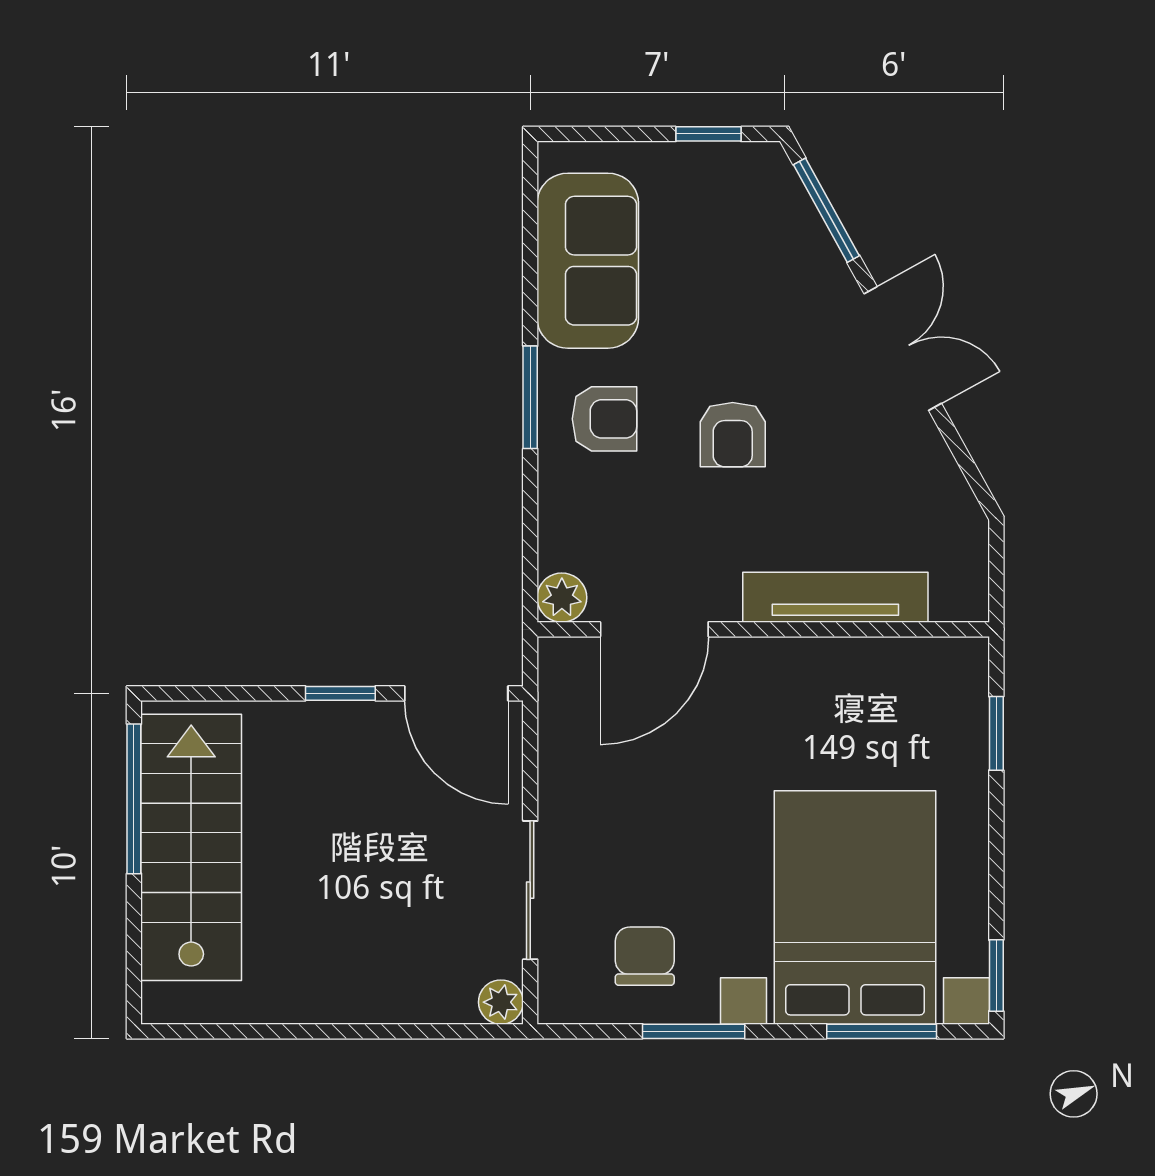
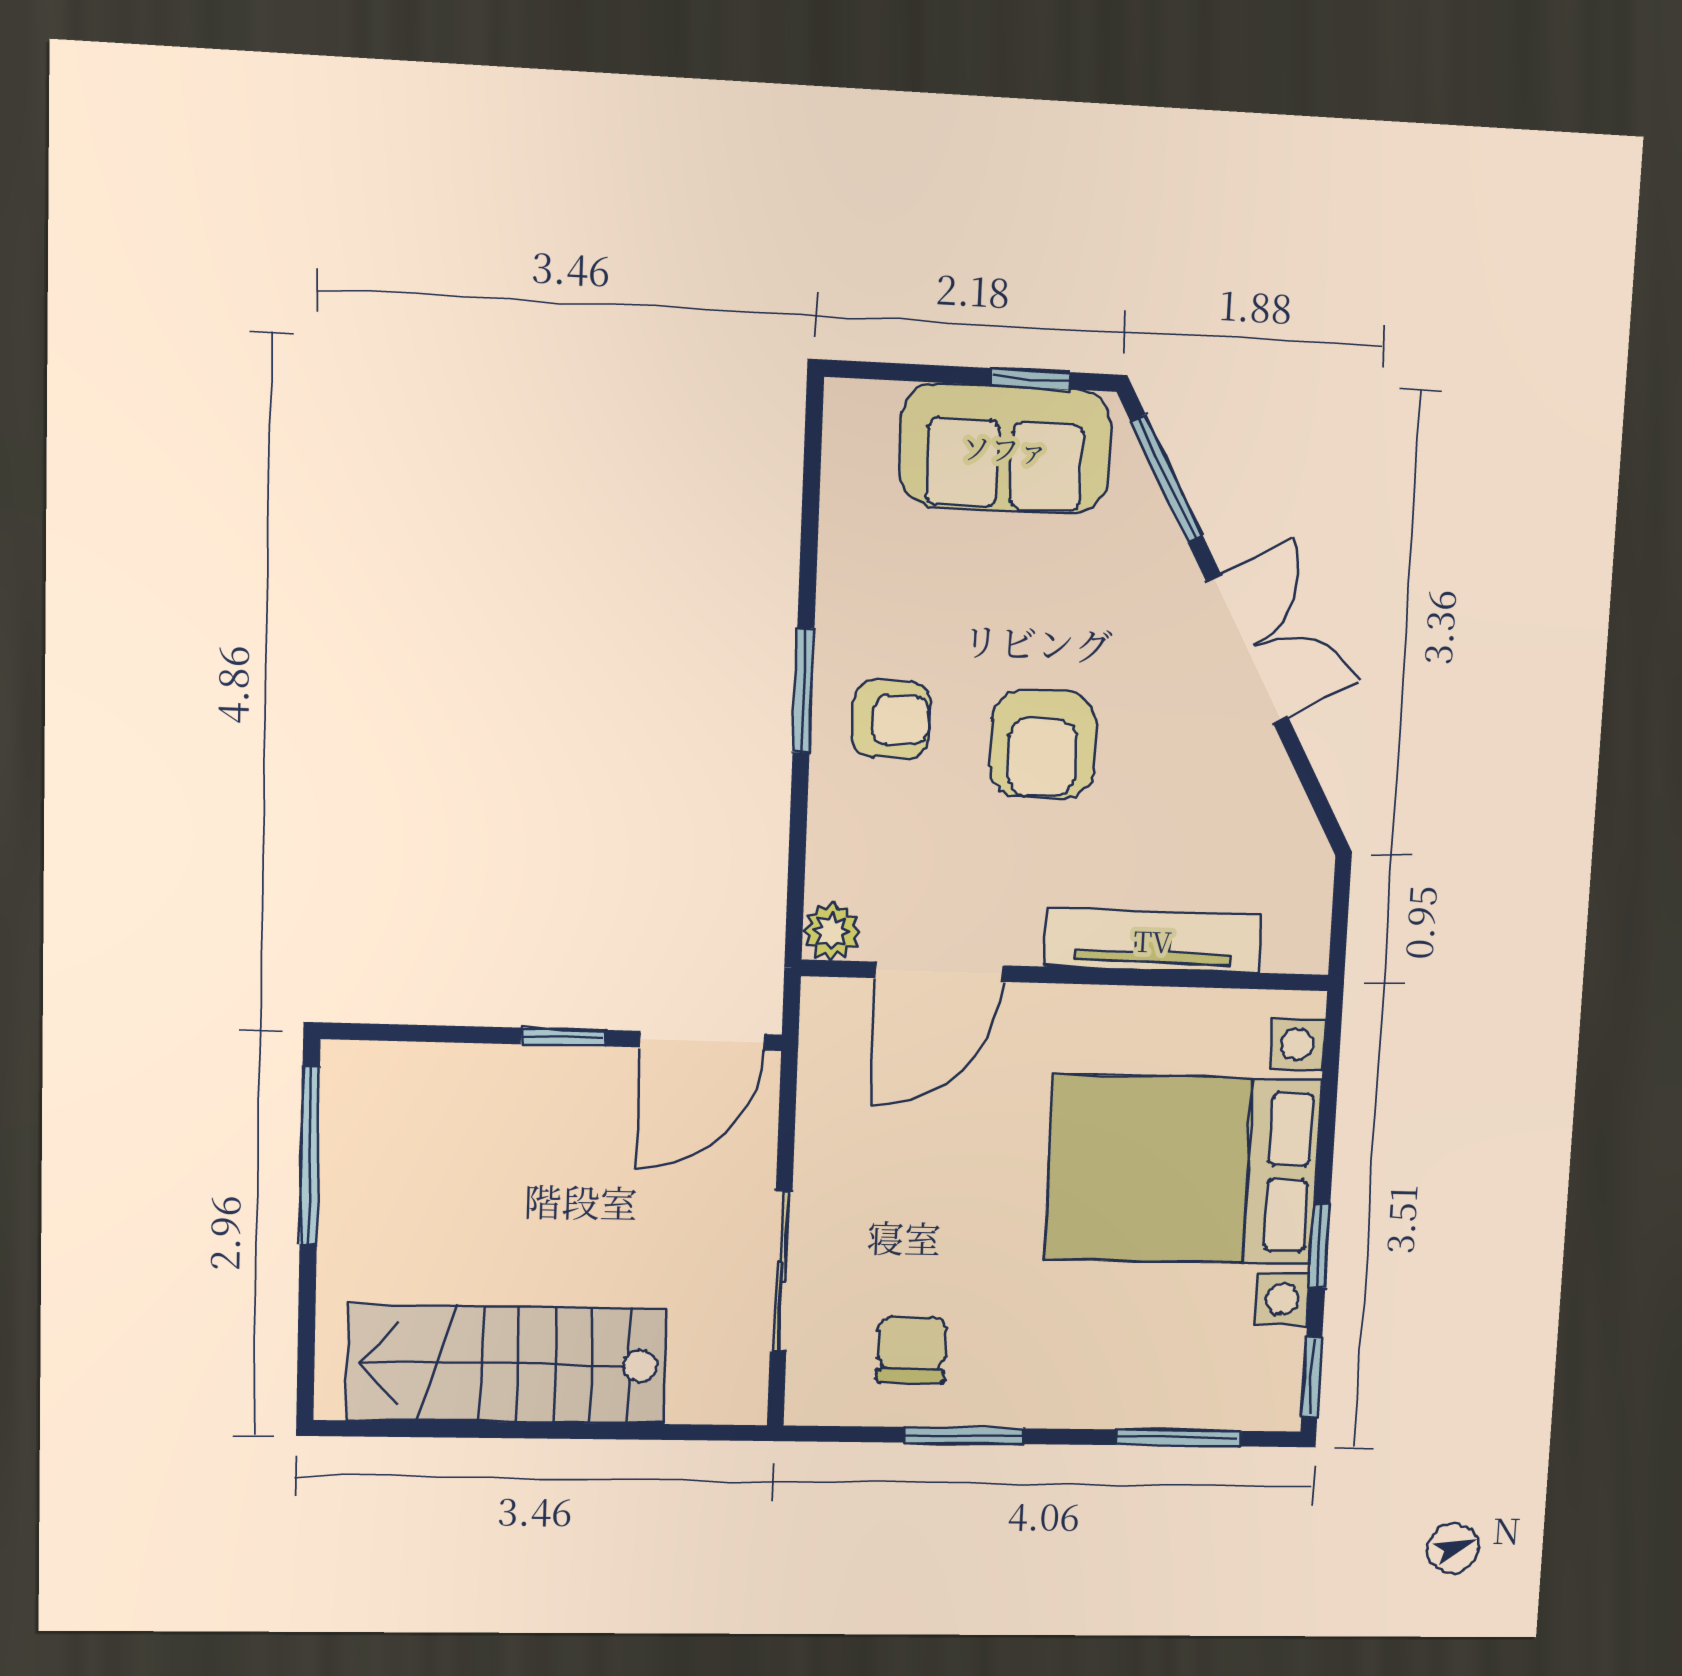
sofa: (588, 261) -> (1005, 448), moved, turned 90
armchair: (733, 435) -> (1043, 744), width x1.38, depth x1.38
door: (456, 693) -> (702, 1041), hinge flipped
window: (996, 733) -> (1320, 1246), moved
stairs: (191, 847) -> (507, 1364), moved, turned -90
bed with nightstands: (855, 908) -> (1183, 1170), moved, turned -90
plant: (501, 1002) -> (742, 1400), removed

